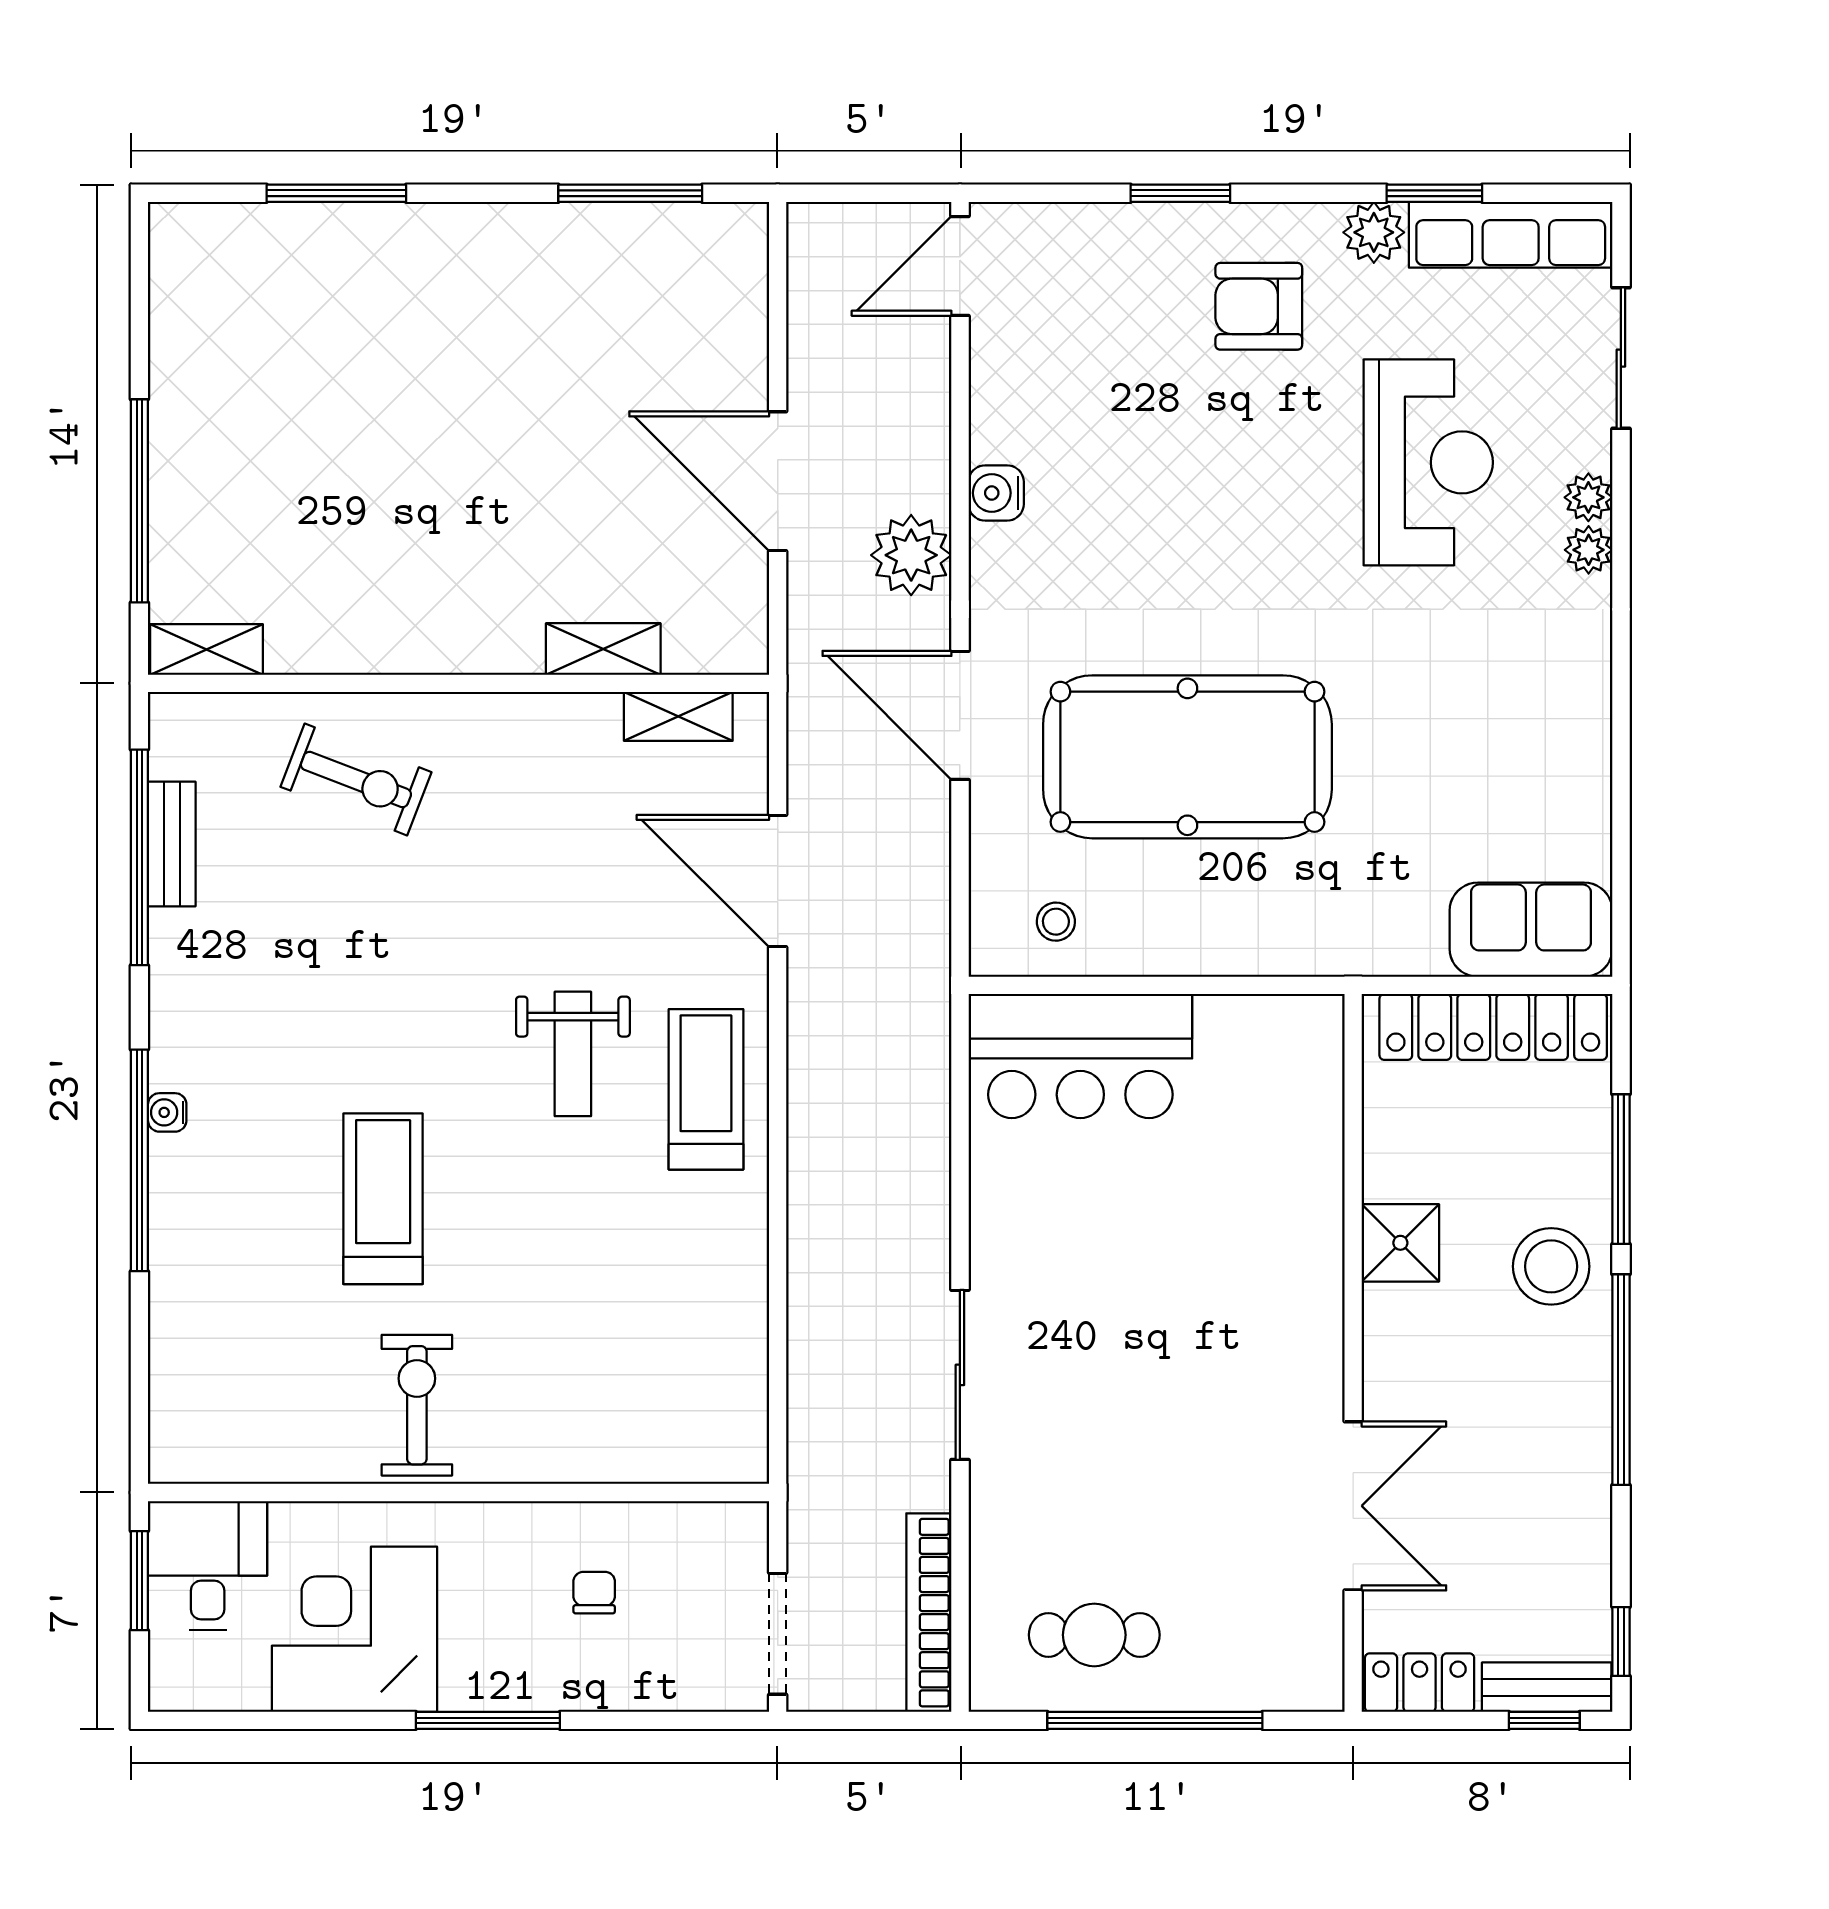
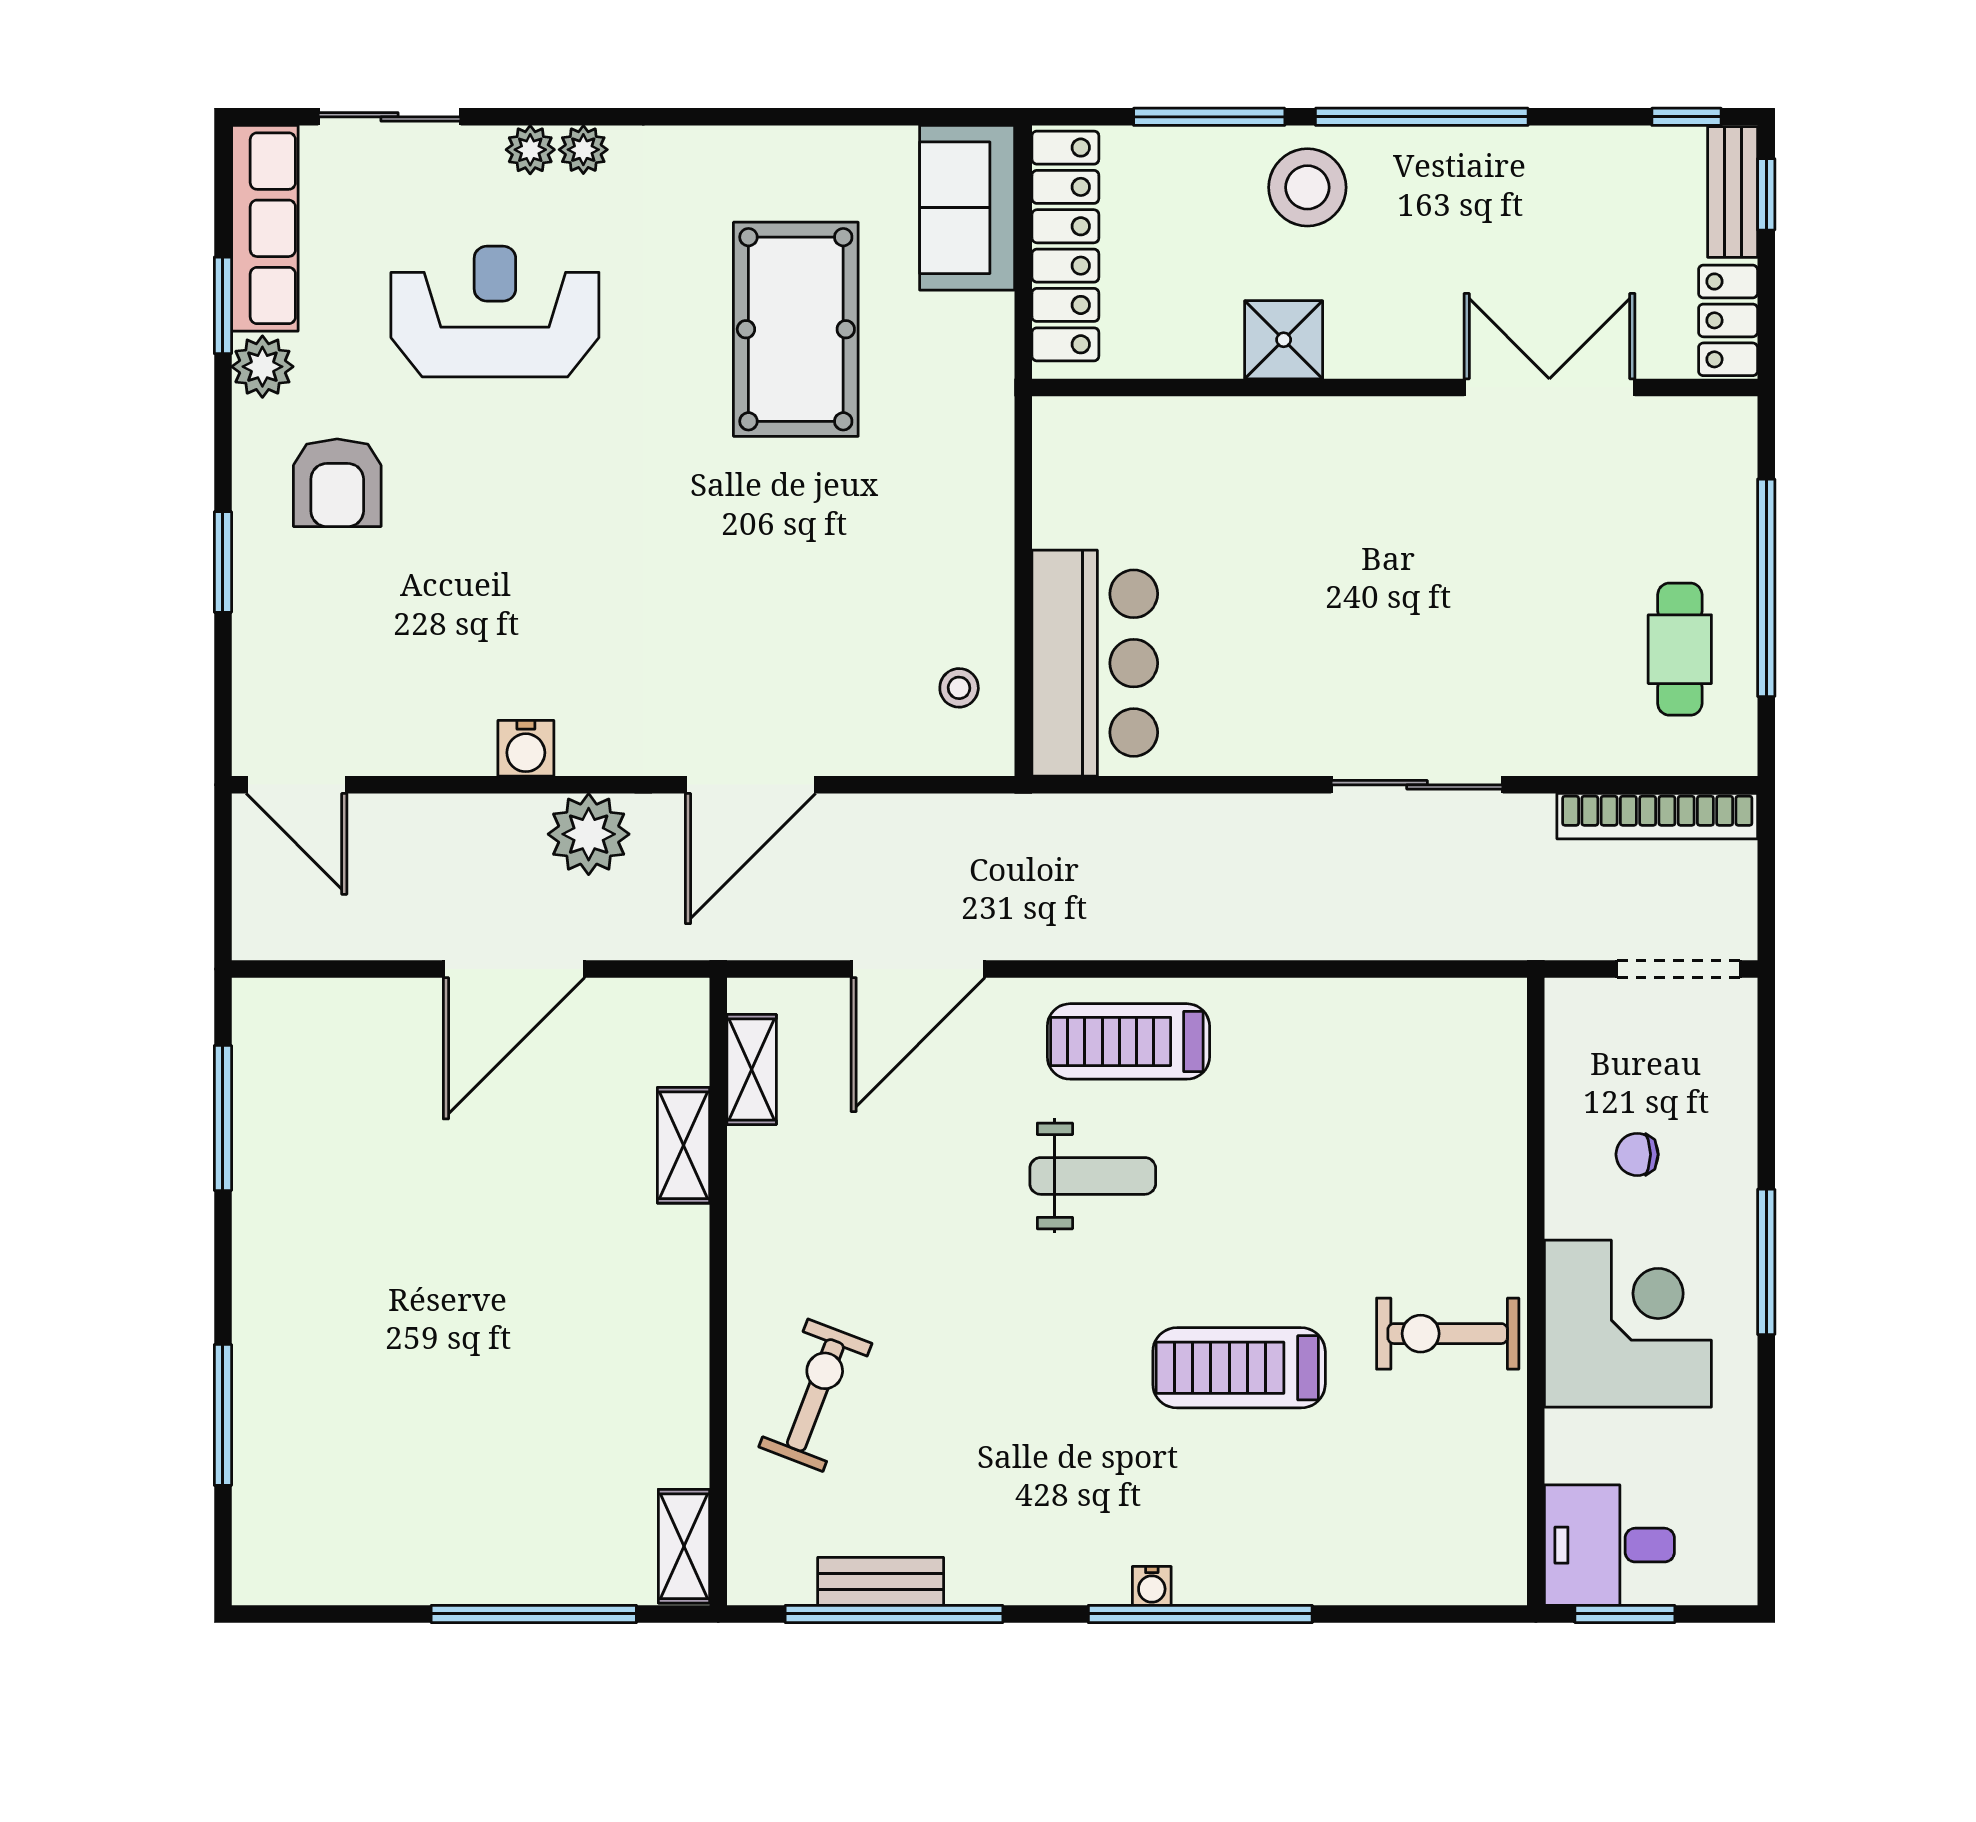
pool table: (1187, 757) -> (796, 329), moved, width x0.73, depth x0.76
corner desk: (354, 1629) -> (1628, 1324), moved, turned 180

